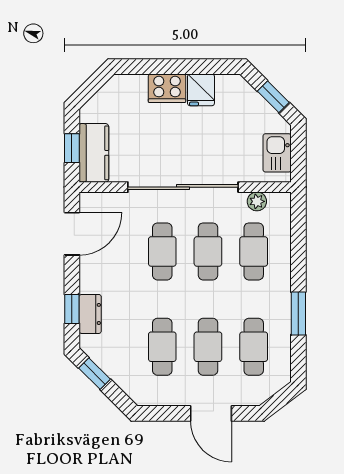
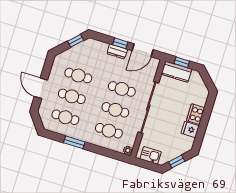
plant: (257, 201) -> (128, 150), moved
door: (72, 234) -> (143, 50), hinge flipped
window: (72, 309) -> (120, 43), moved
dresser: (90, 314) -> (117, 51), moved
door: (211, 413) -> (41, 88), hinge flipped

